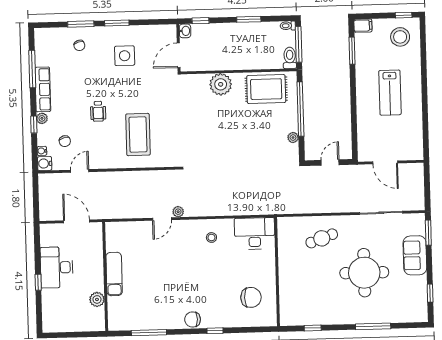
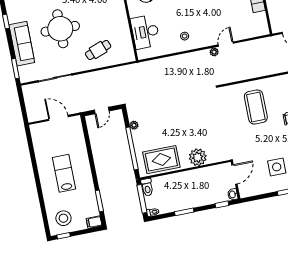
desk: (255, 233) -> (145, 32), moved, turned 90
sofa: (415, 255) -> (22, 44), width x1.36

